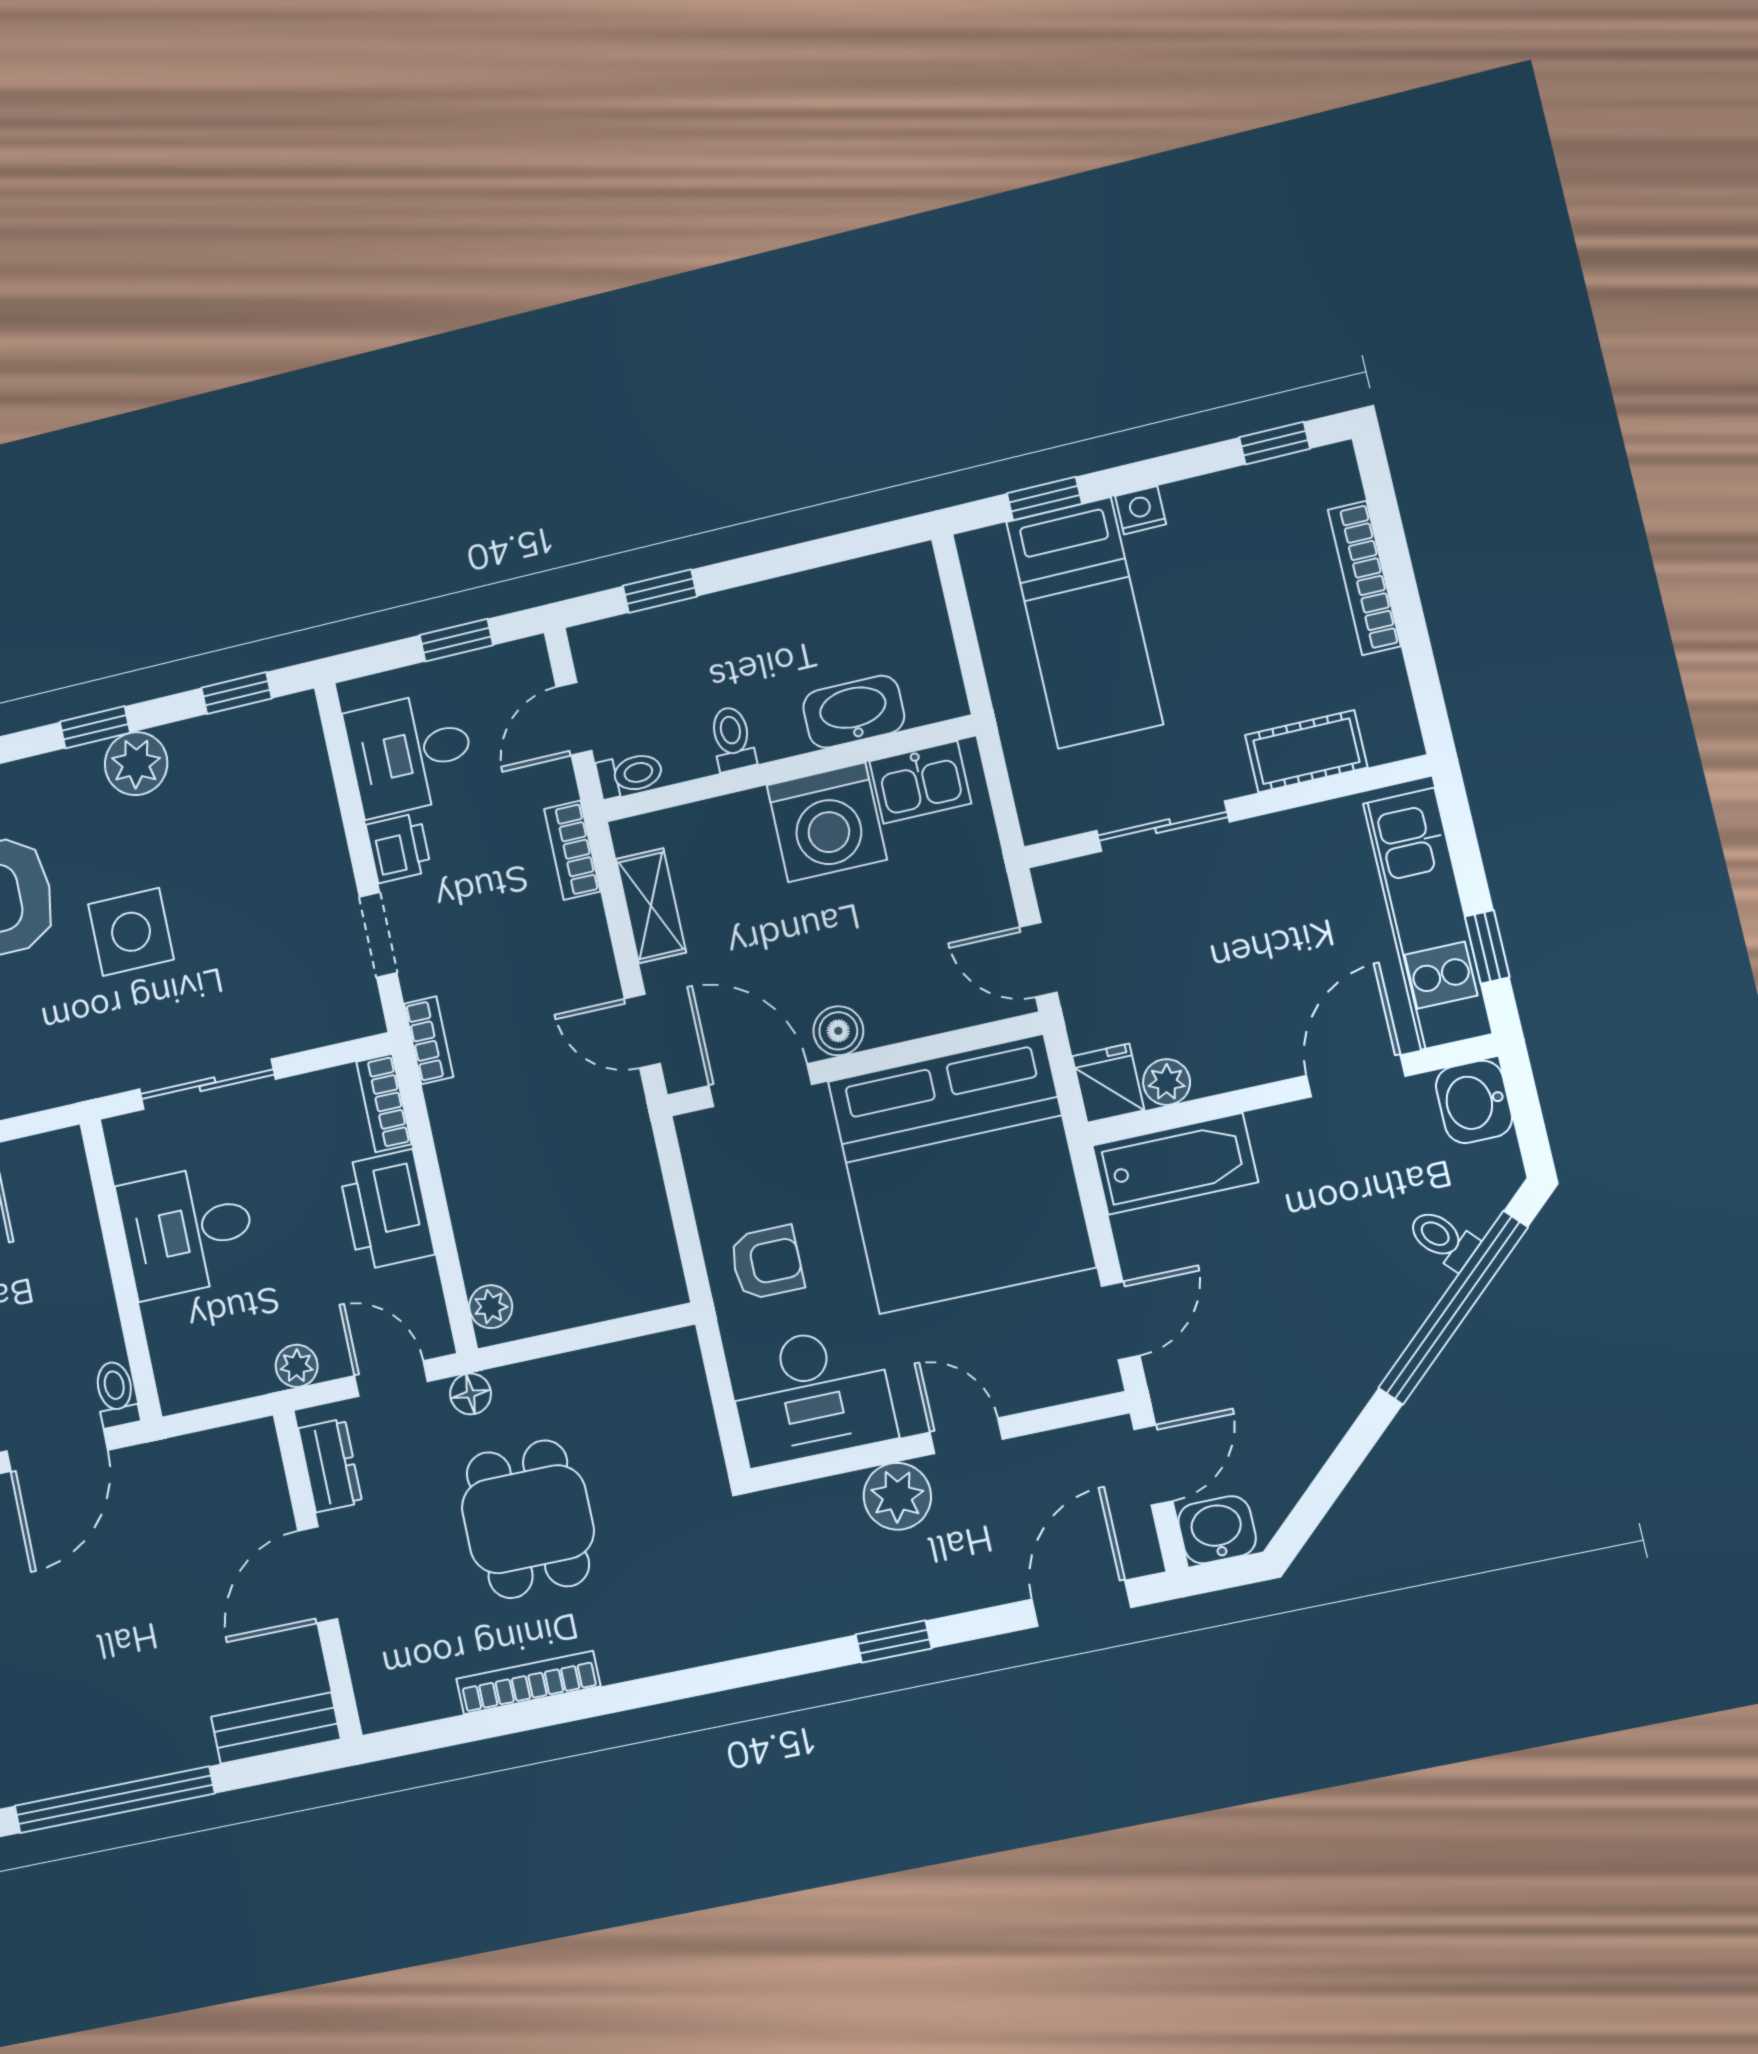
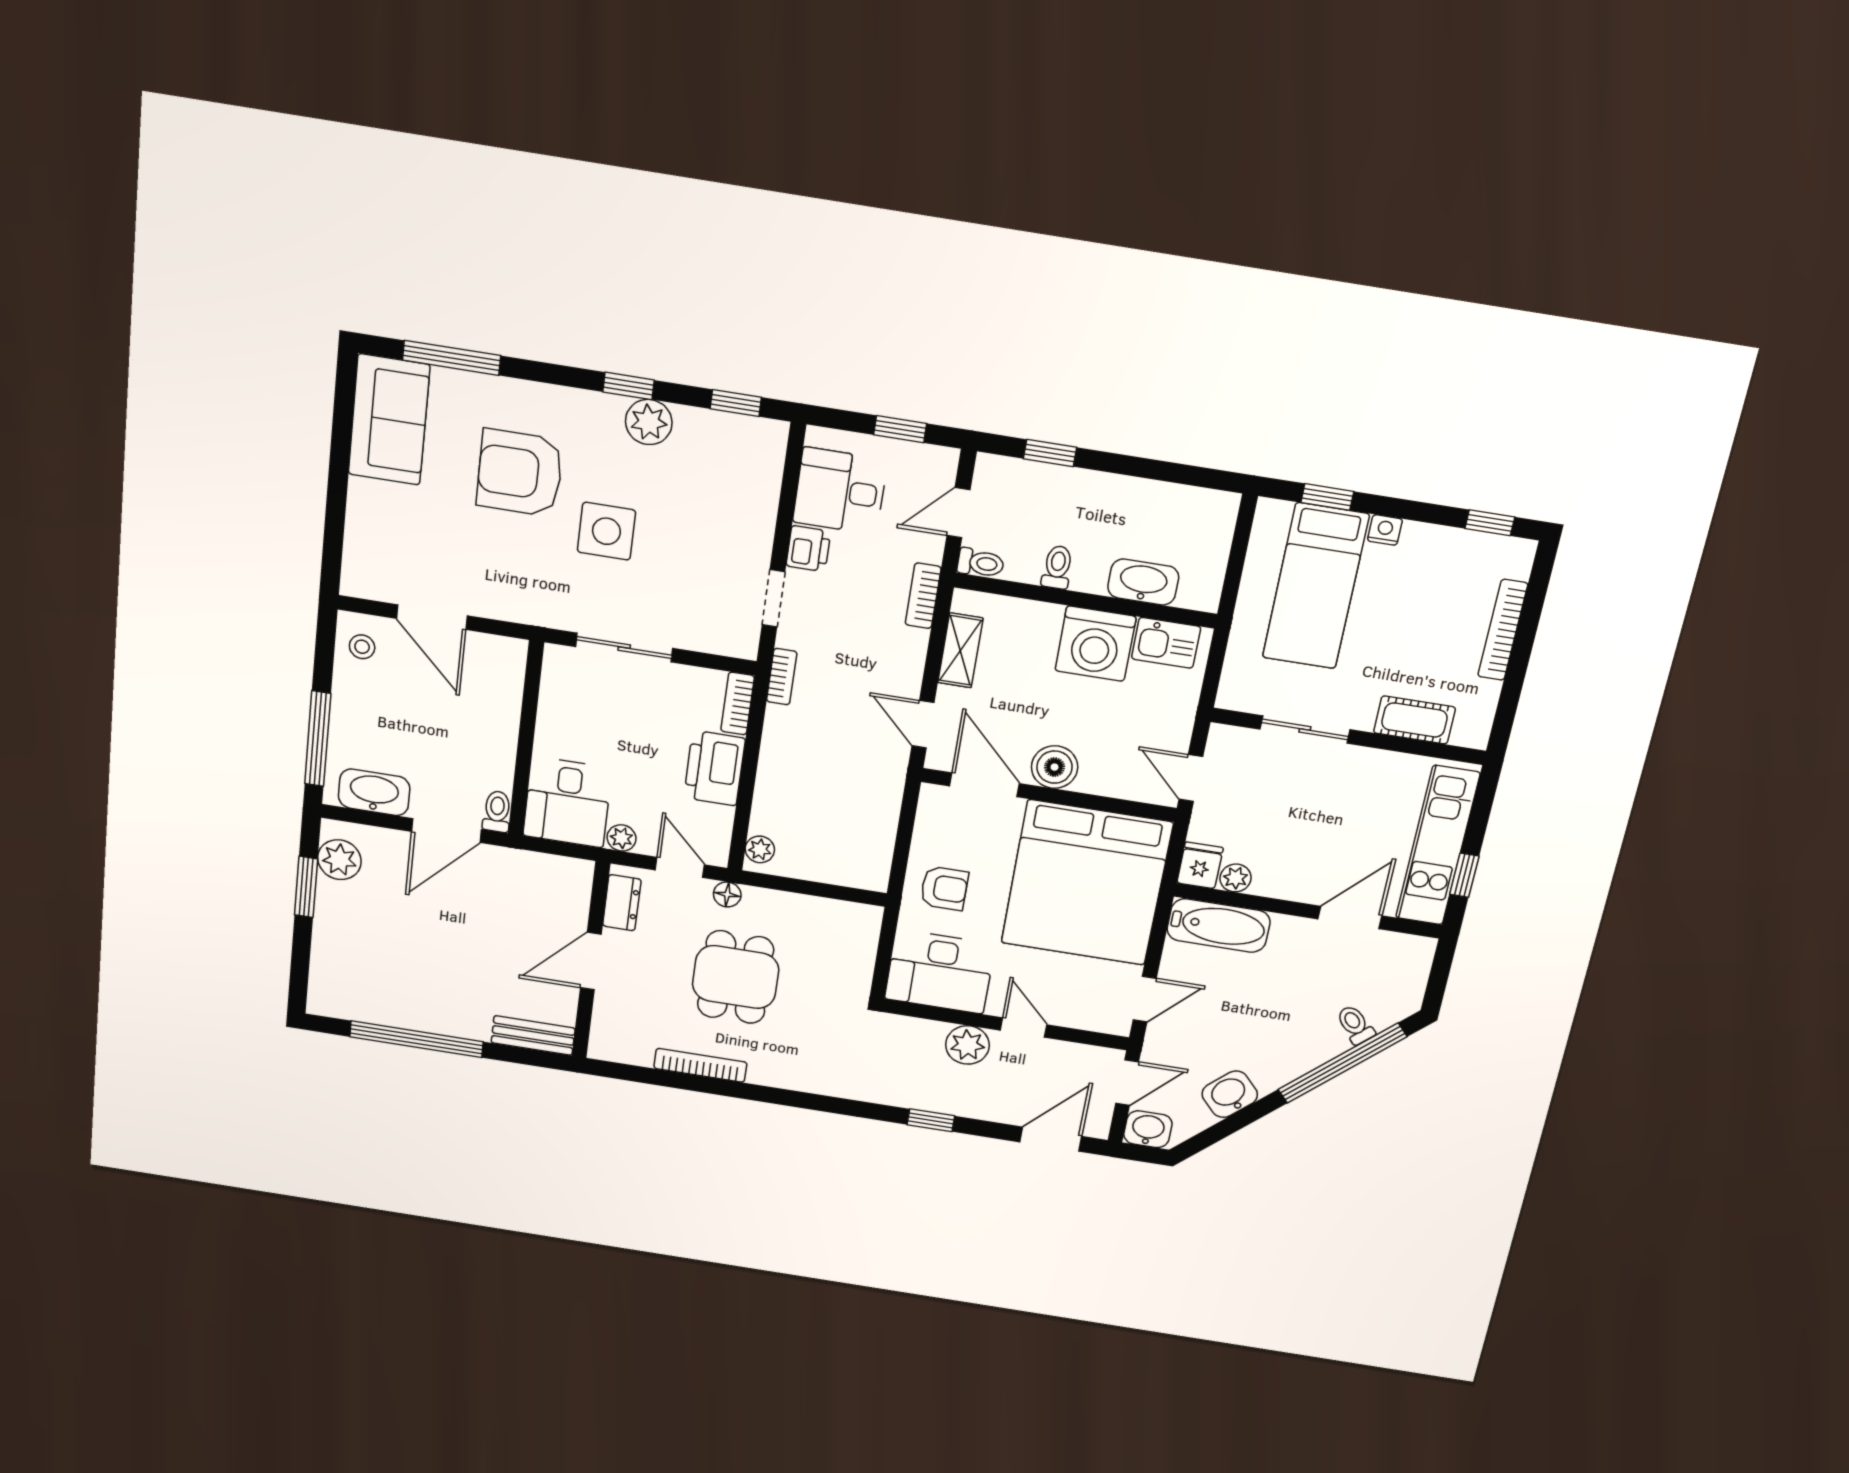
boiler: (838, 1031) -> (1055, 767), width x1.36, depth x1.36
washbasin: (1474, 1102) -> (1230, 1094), moved, turned 47
desk: (188, 1231) -> (567, 802), moved, turned -90

